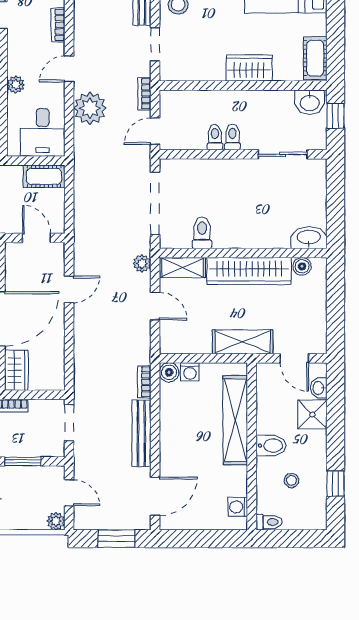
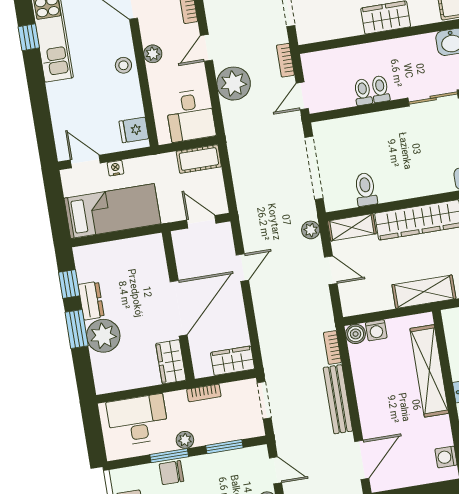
plant: (16, 85) -> (153, 54), moved
wardrobe: (16, 370) -> (233, 361), moved, turned -90

